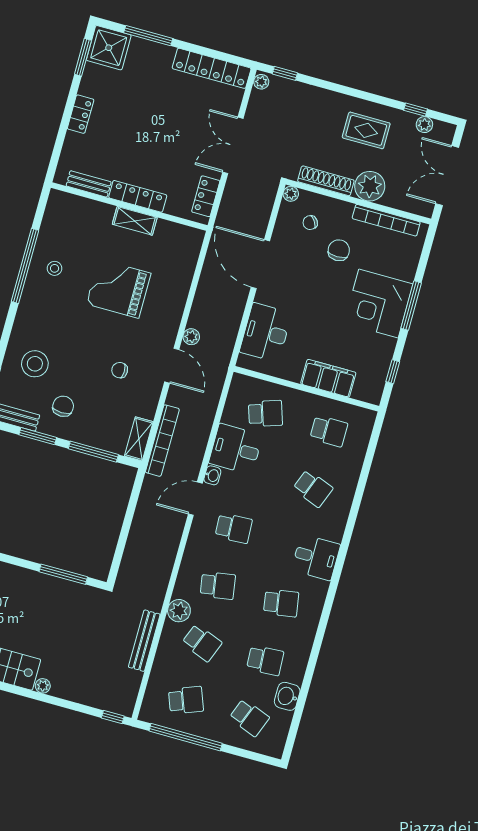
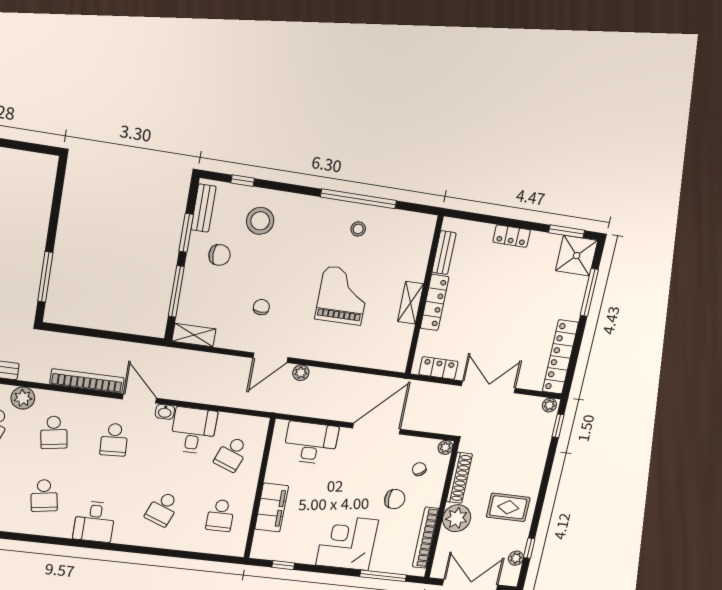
rug: (366, 130) -> (508, 507), turned 90
window: (411, 306) -> (383, 576), moved
school desk: (265, 413) -> (232, 454), turned 39
bookcase: (162, 441) -> (87, 381), moved, turned 180

